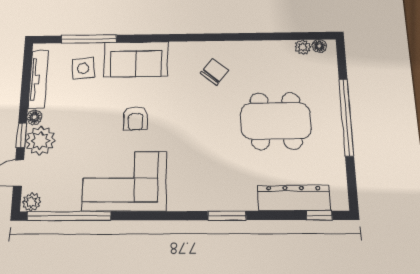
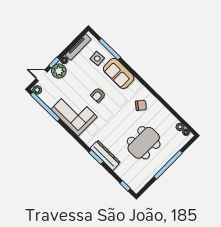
dining table: (276, 121) -> (144, 143), turned 90
dresser: (294, 198) -> (105, 155), moved

